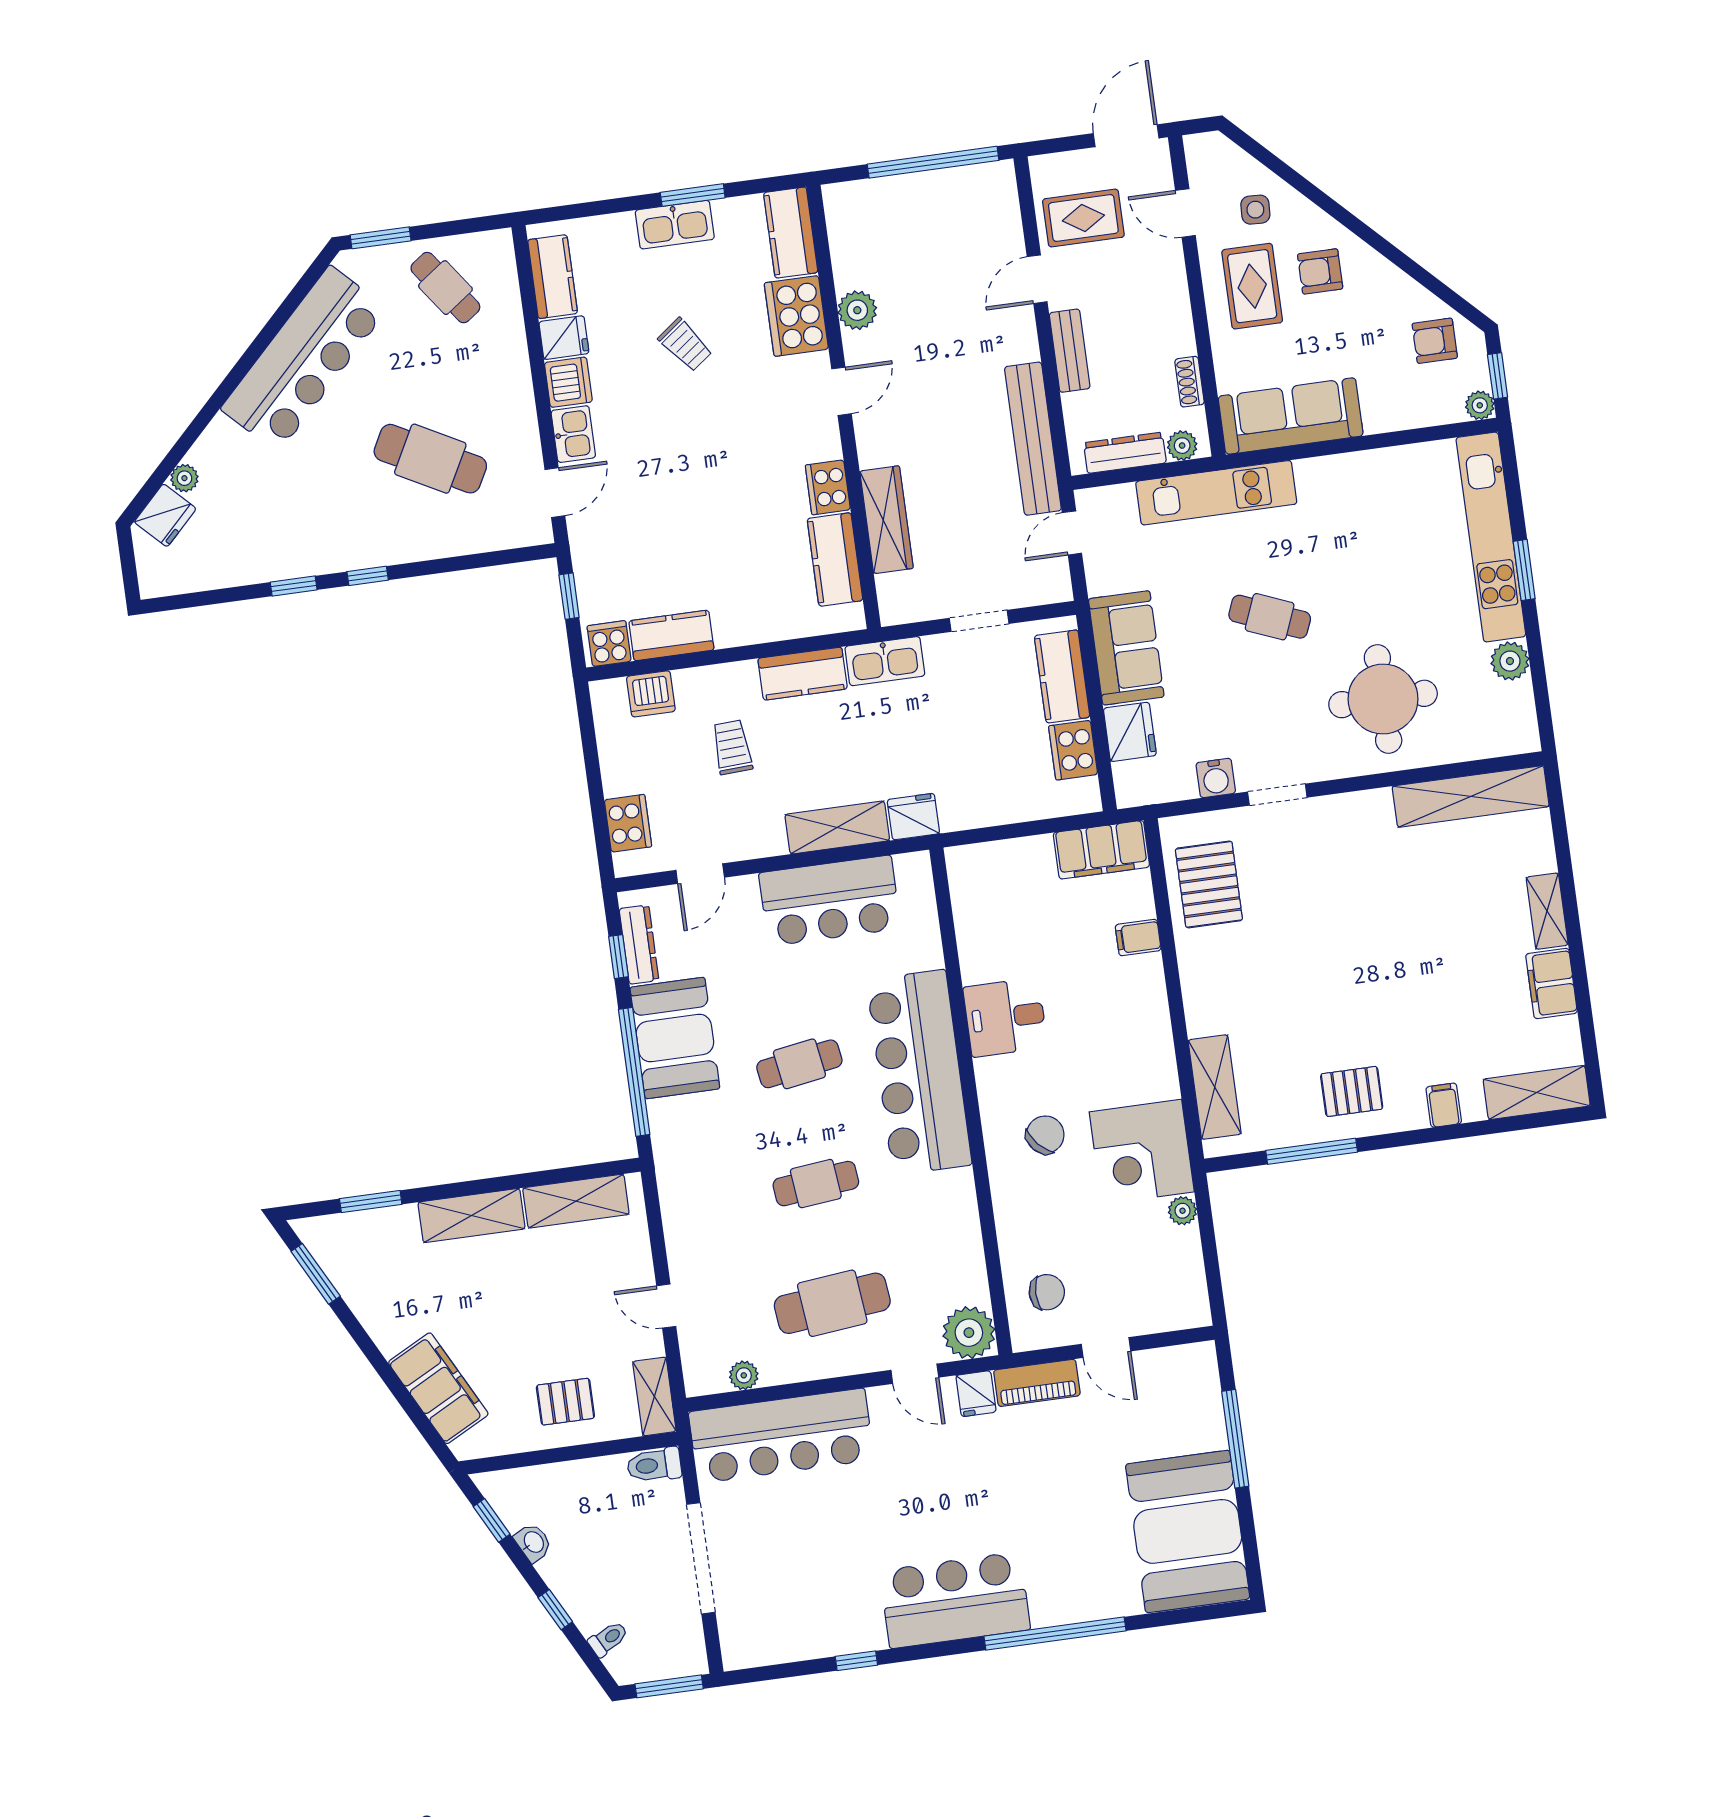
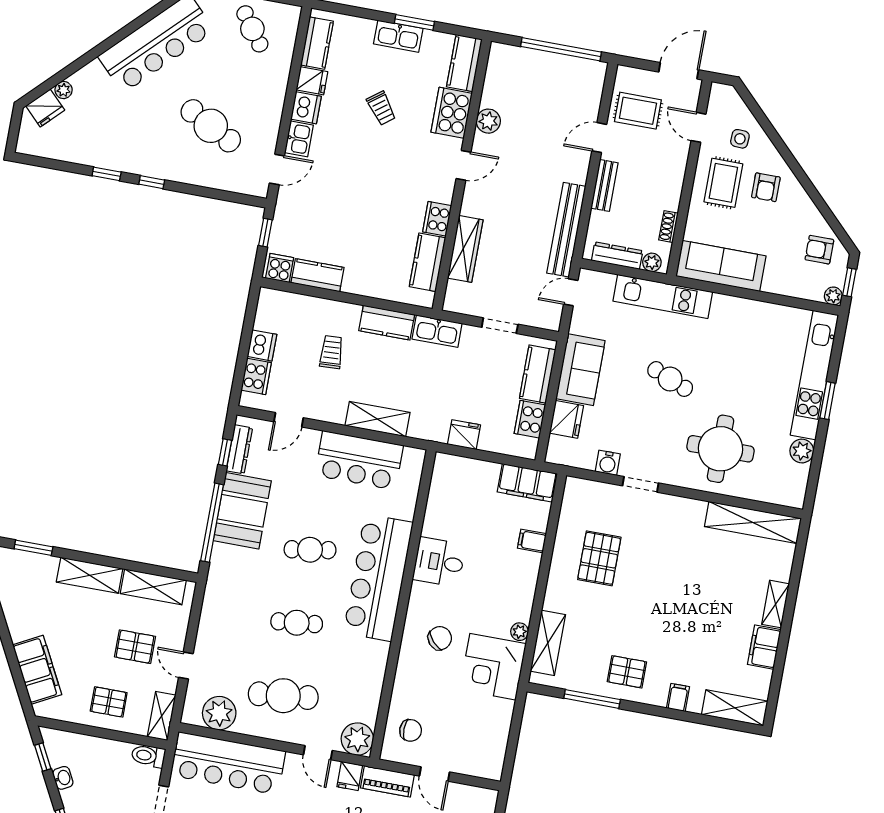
armchair: (1320, 271) -> (766, 187), turned -90
dishwasher: (651, 694) -> (262, 345), moved, turned -90
fridge: (913, 817) -> (464, 435), moved
pallet: (1209, 884) -> (599, 558), moved
plant: (1182, 1211) -> (520, 632), moved
pallet: (578, 1303) -> (135, 647), added
plant: (744, 1375) -> (219, 713), width x1.87, depth x1.87

